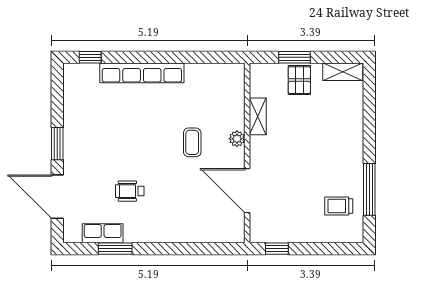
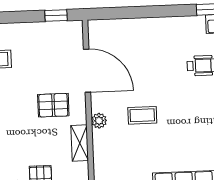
coffee table: (192, 142) -> (142, 115), turned 90
pallet: (283, 157) -> (53, 105), added

